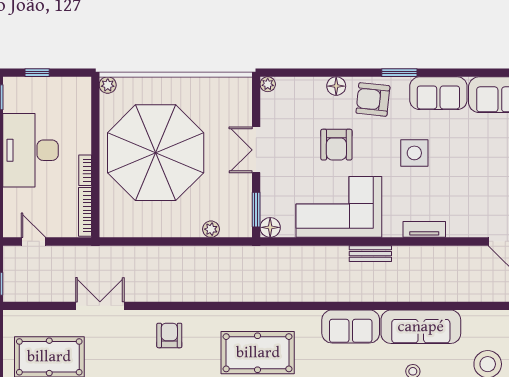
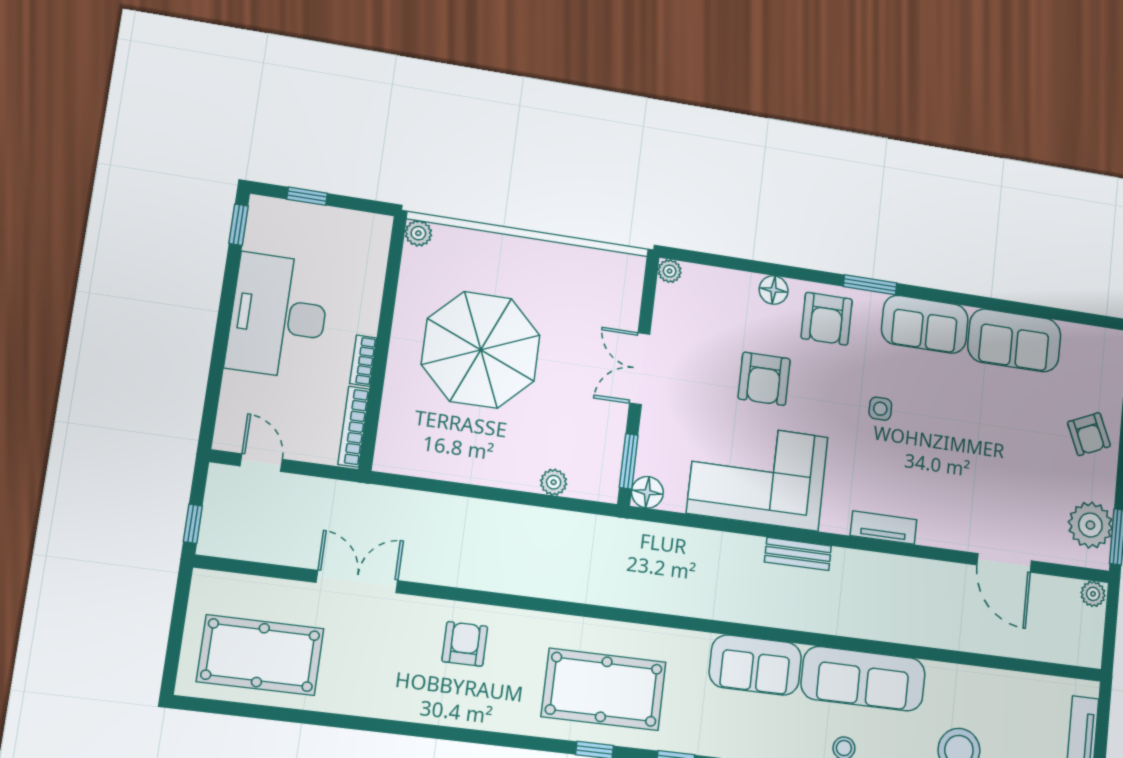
armchair: (373, 99) -> (827, 319), turned -96
parasol: (156, 153) -> (481, 350), width x0.73, depth x0.73
side table: (414, 153) -> (880, 409), width x0.54, depth x0.54

